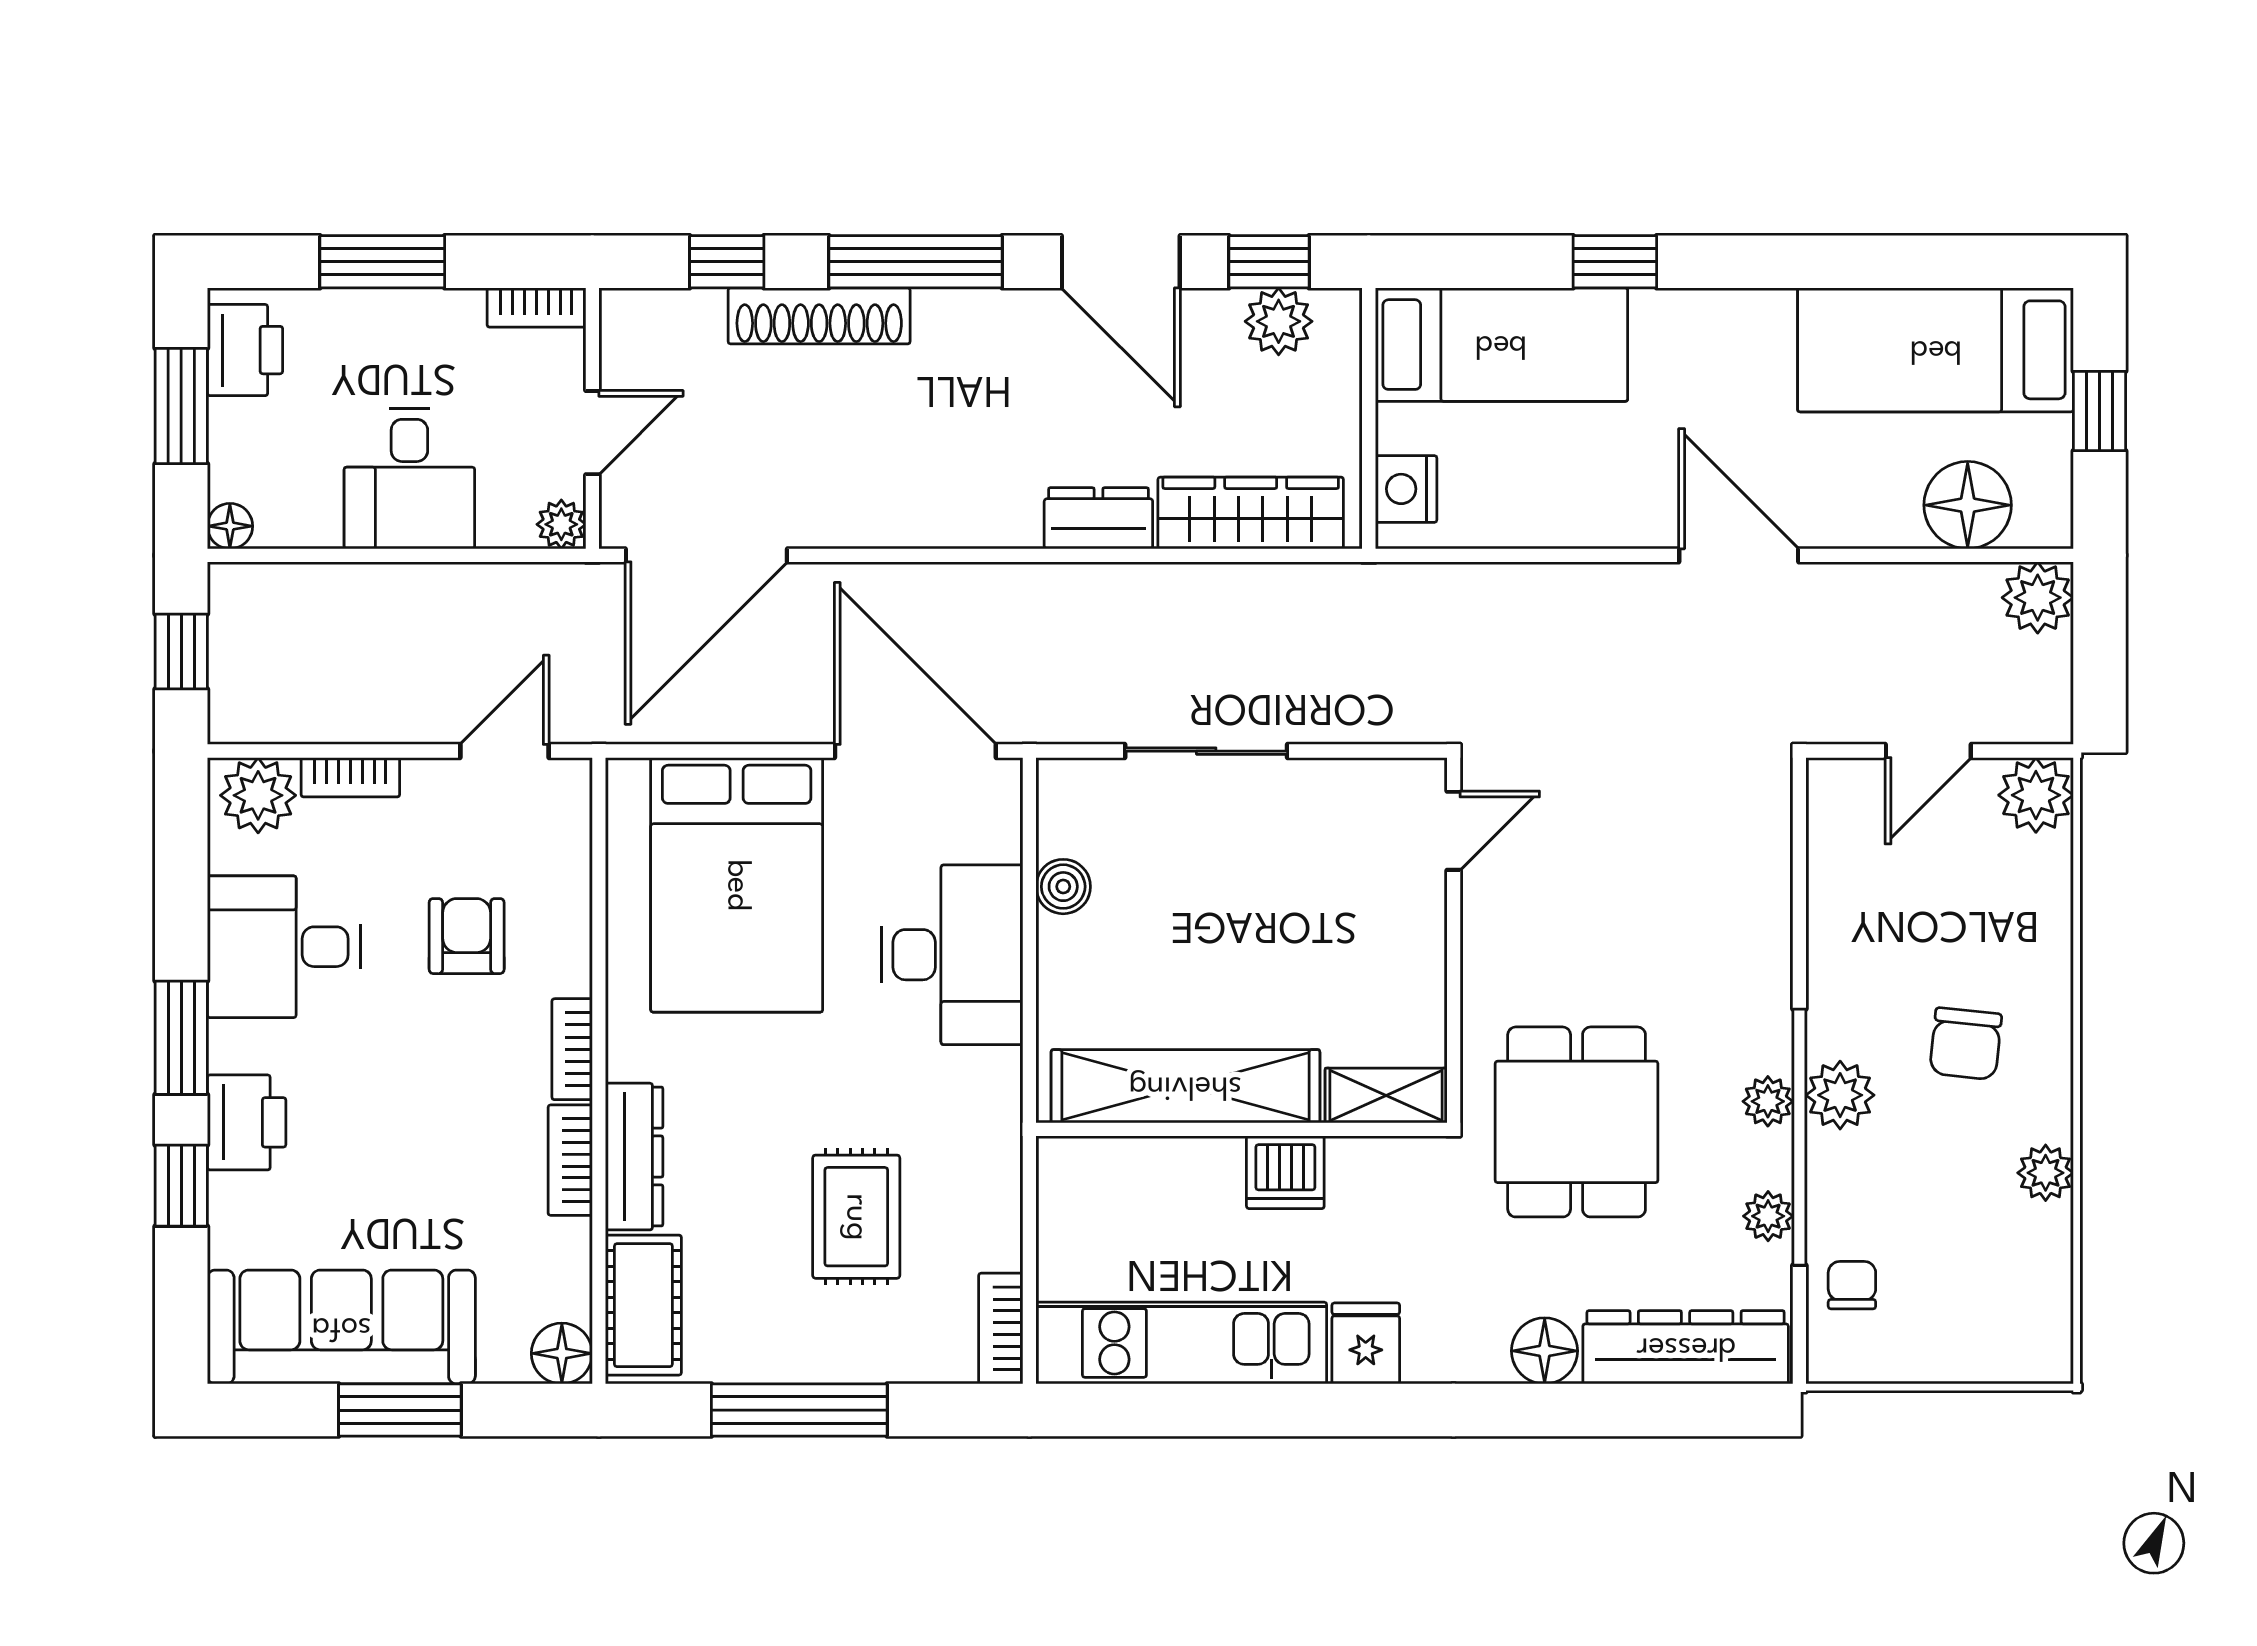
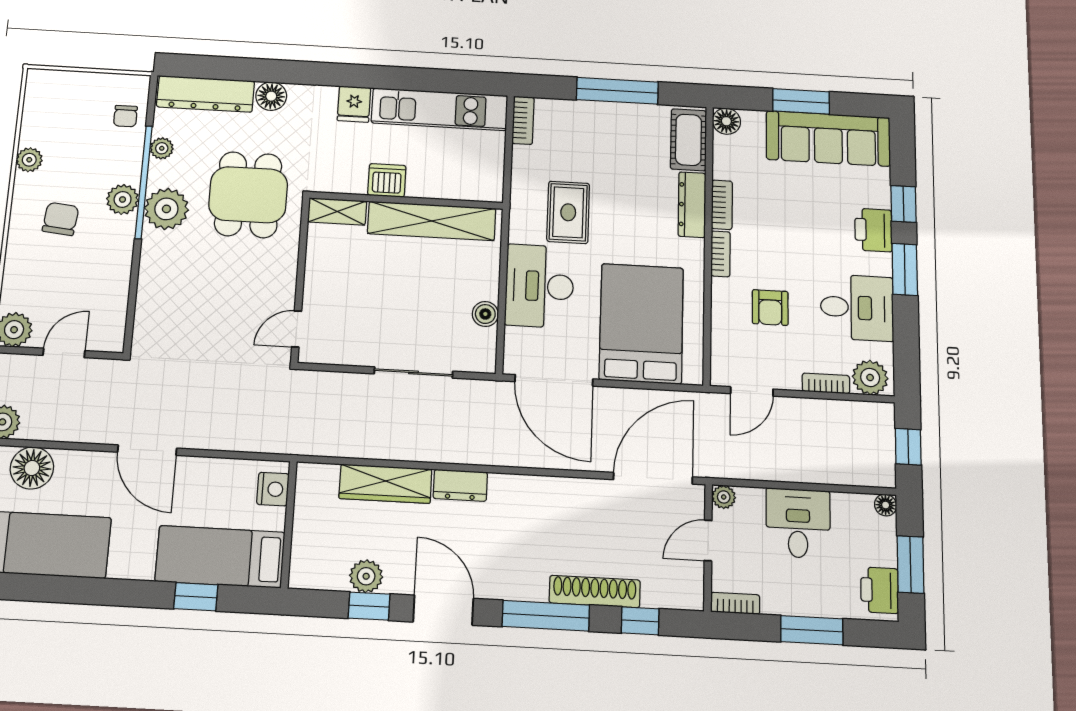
bed: (1501, 345) -> (220, 557), moved
wall: (1369, 418) -> (289, 524), moved
nightstand: (1406, 489) -> (273, 489), moved
plant: (1768, 1101) -> (166, 209), width x1.88, depth x1.88
rug: (856, 1217) -> (568, 212), moved

